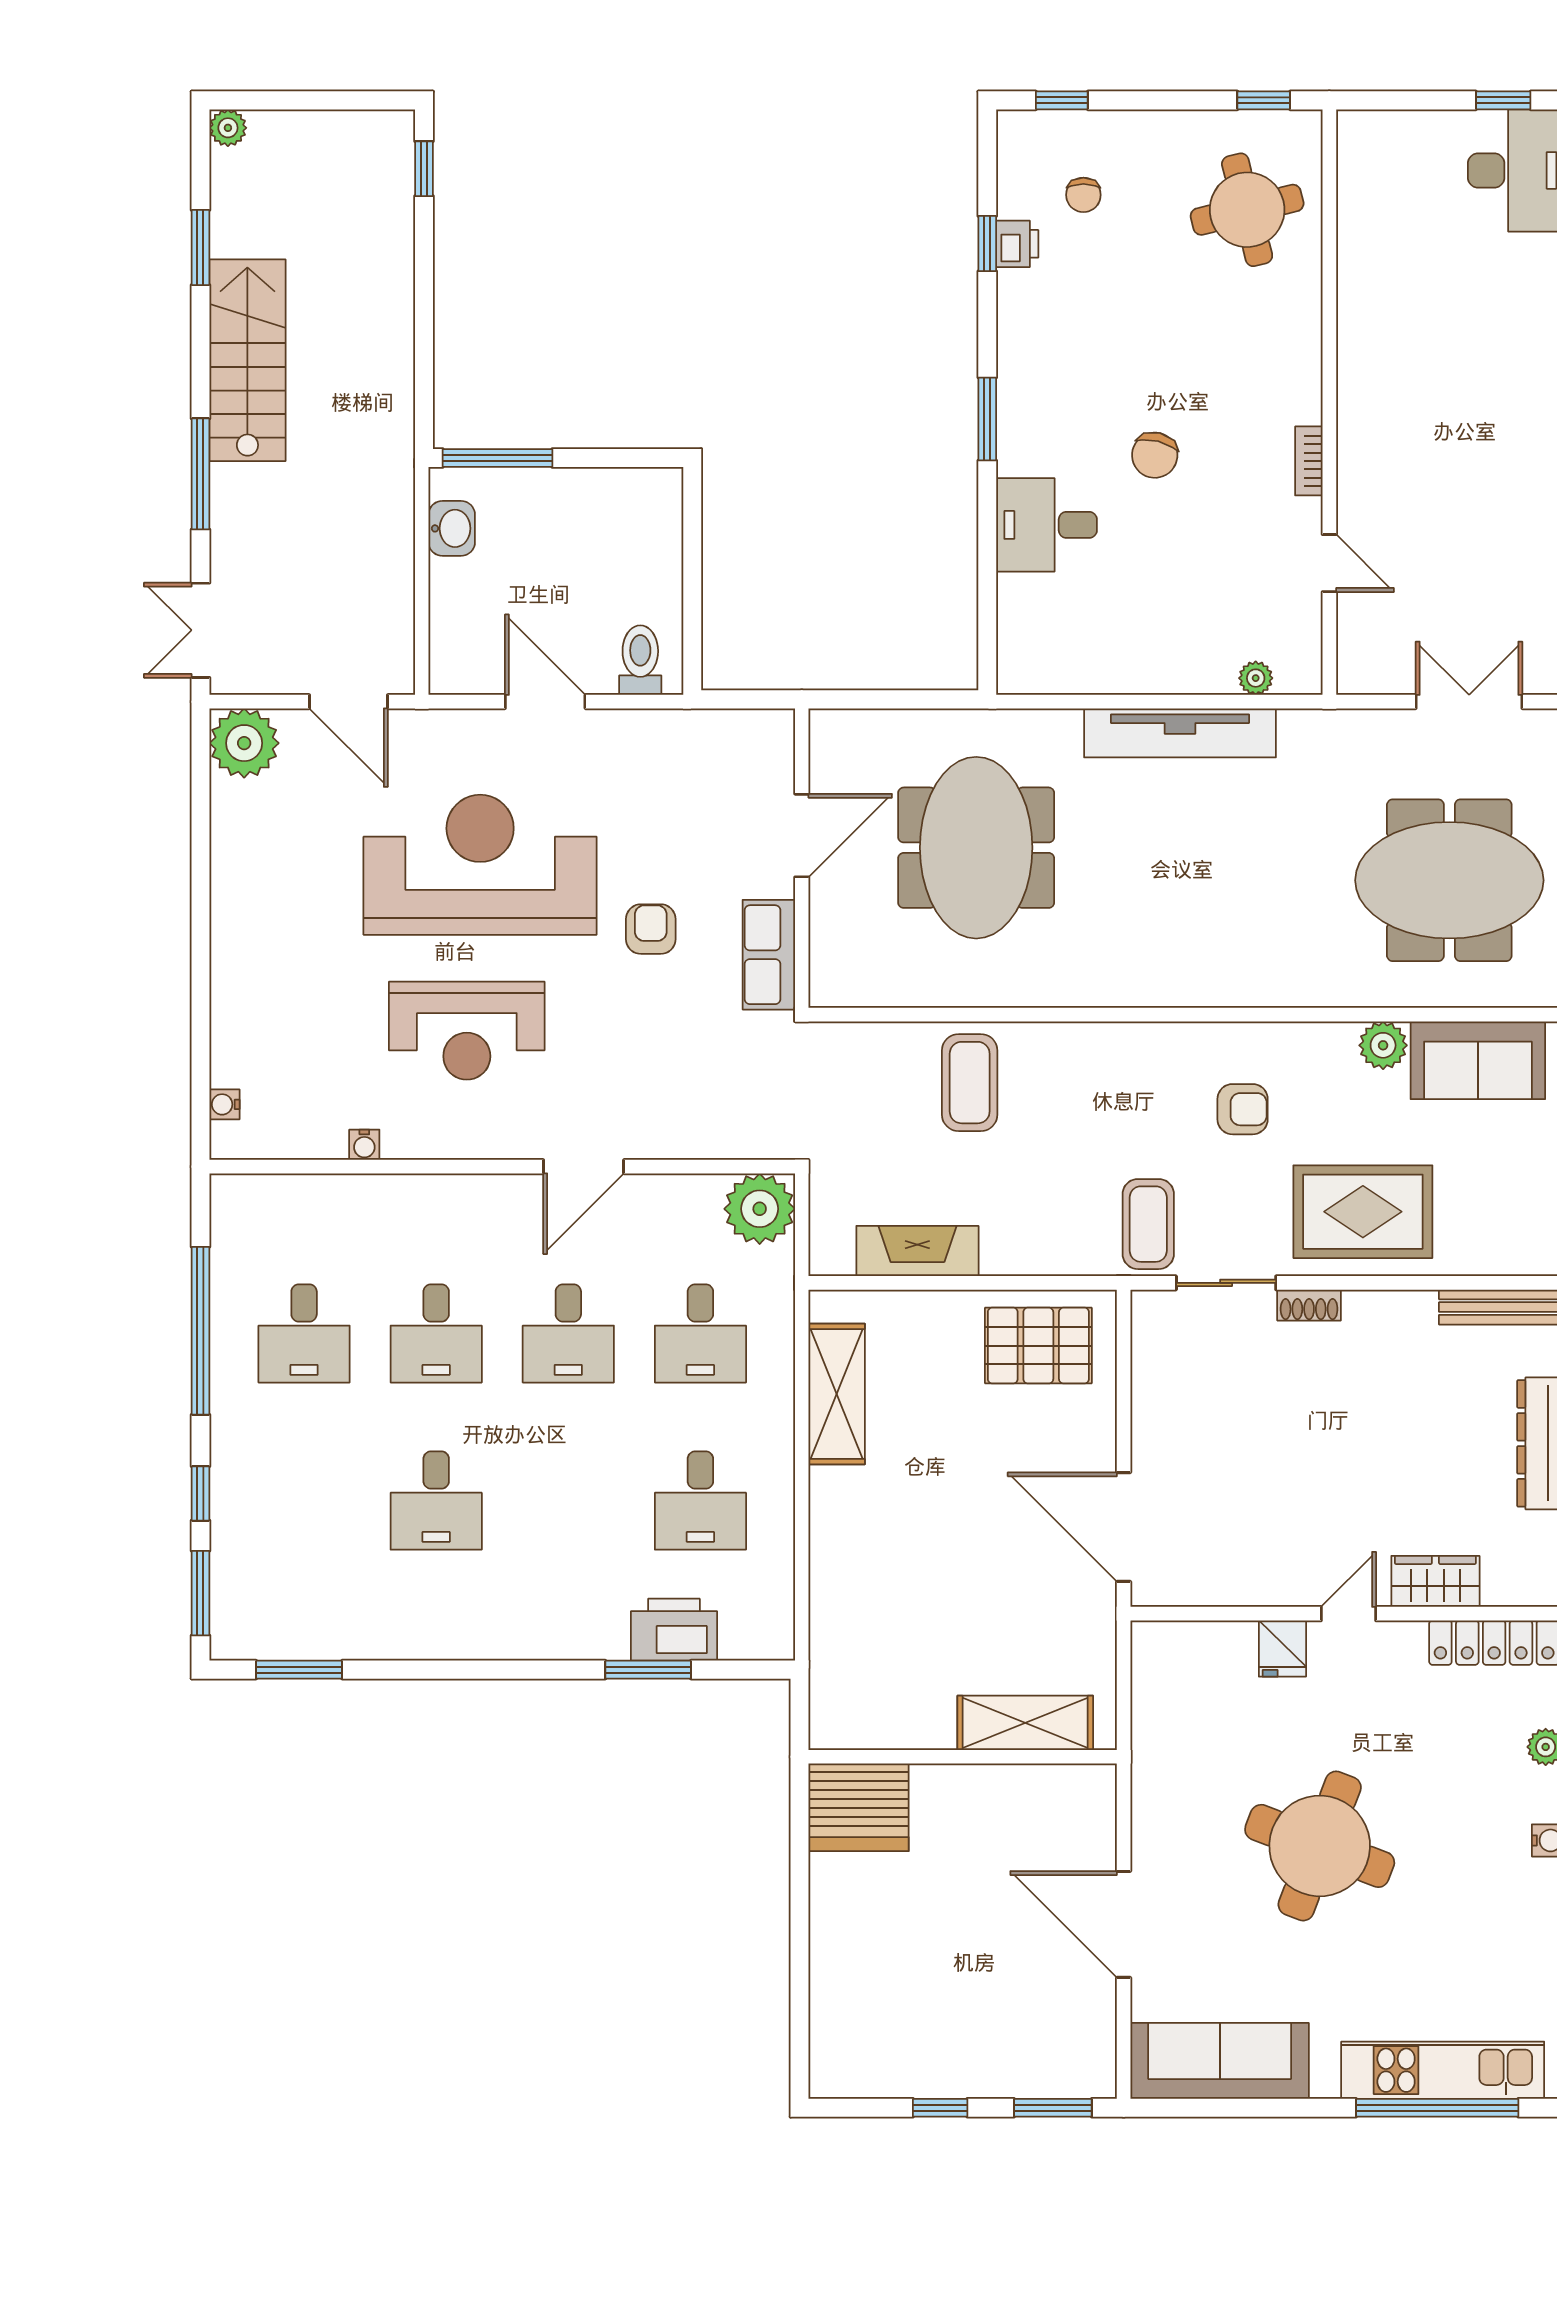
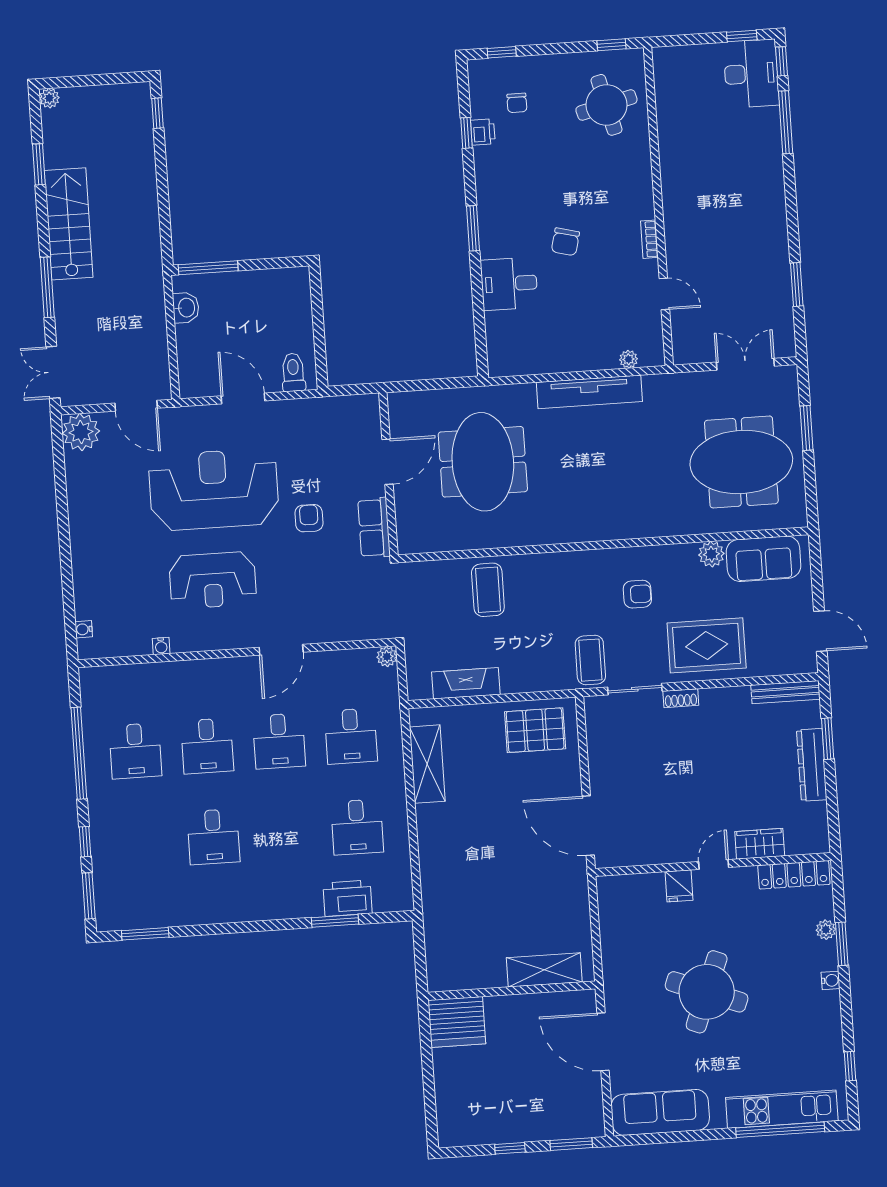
plant: (760, 1209) -> (387, 657), width x0.53, depth x0.53
shelving: (1025, 1723) -> (544, 970), moved
wall: (963, 1757) -> (512, 991), moved
server rack: (859, 1807) -> (457, 1022), moved

